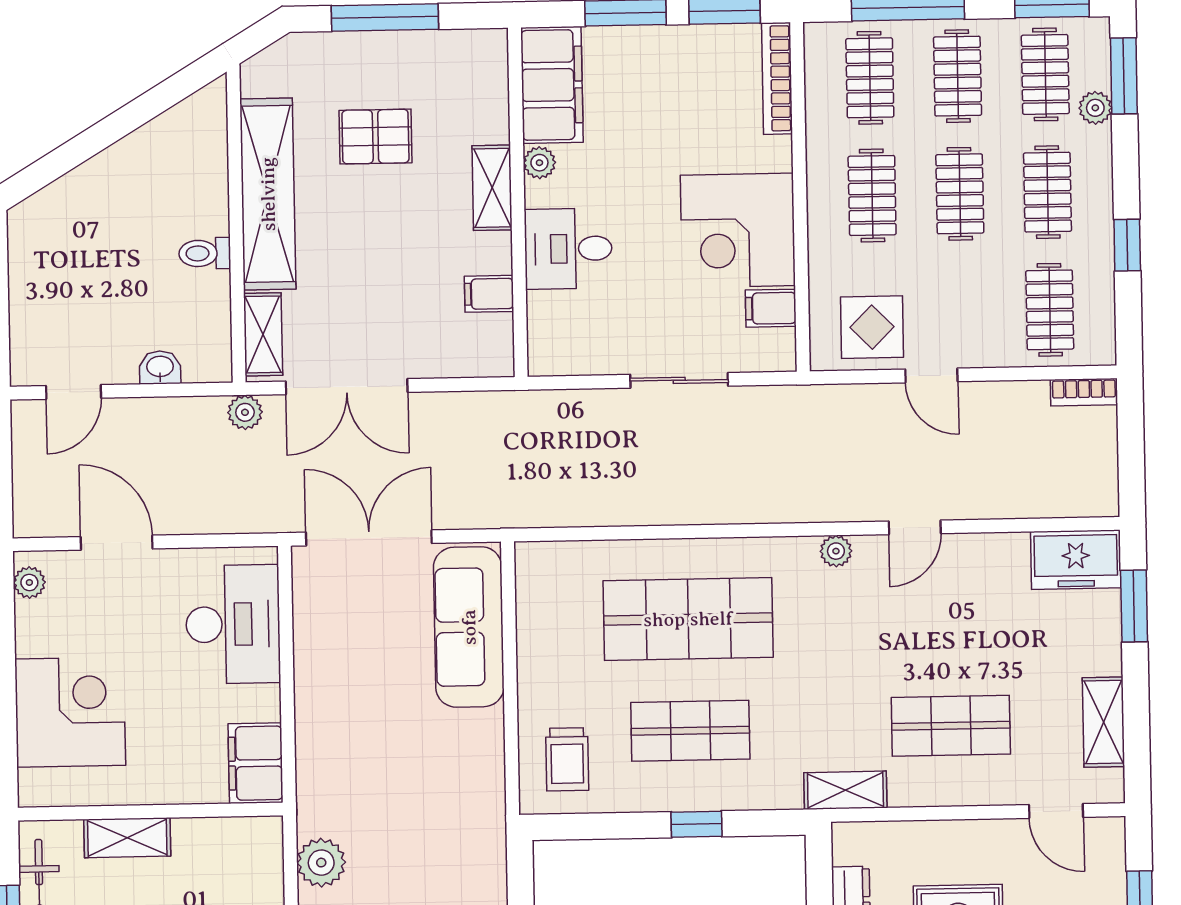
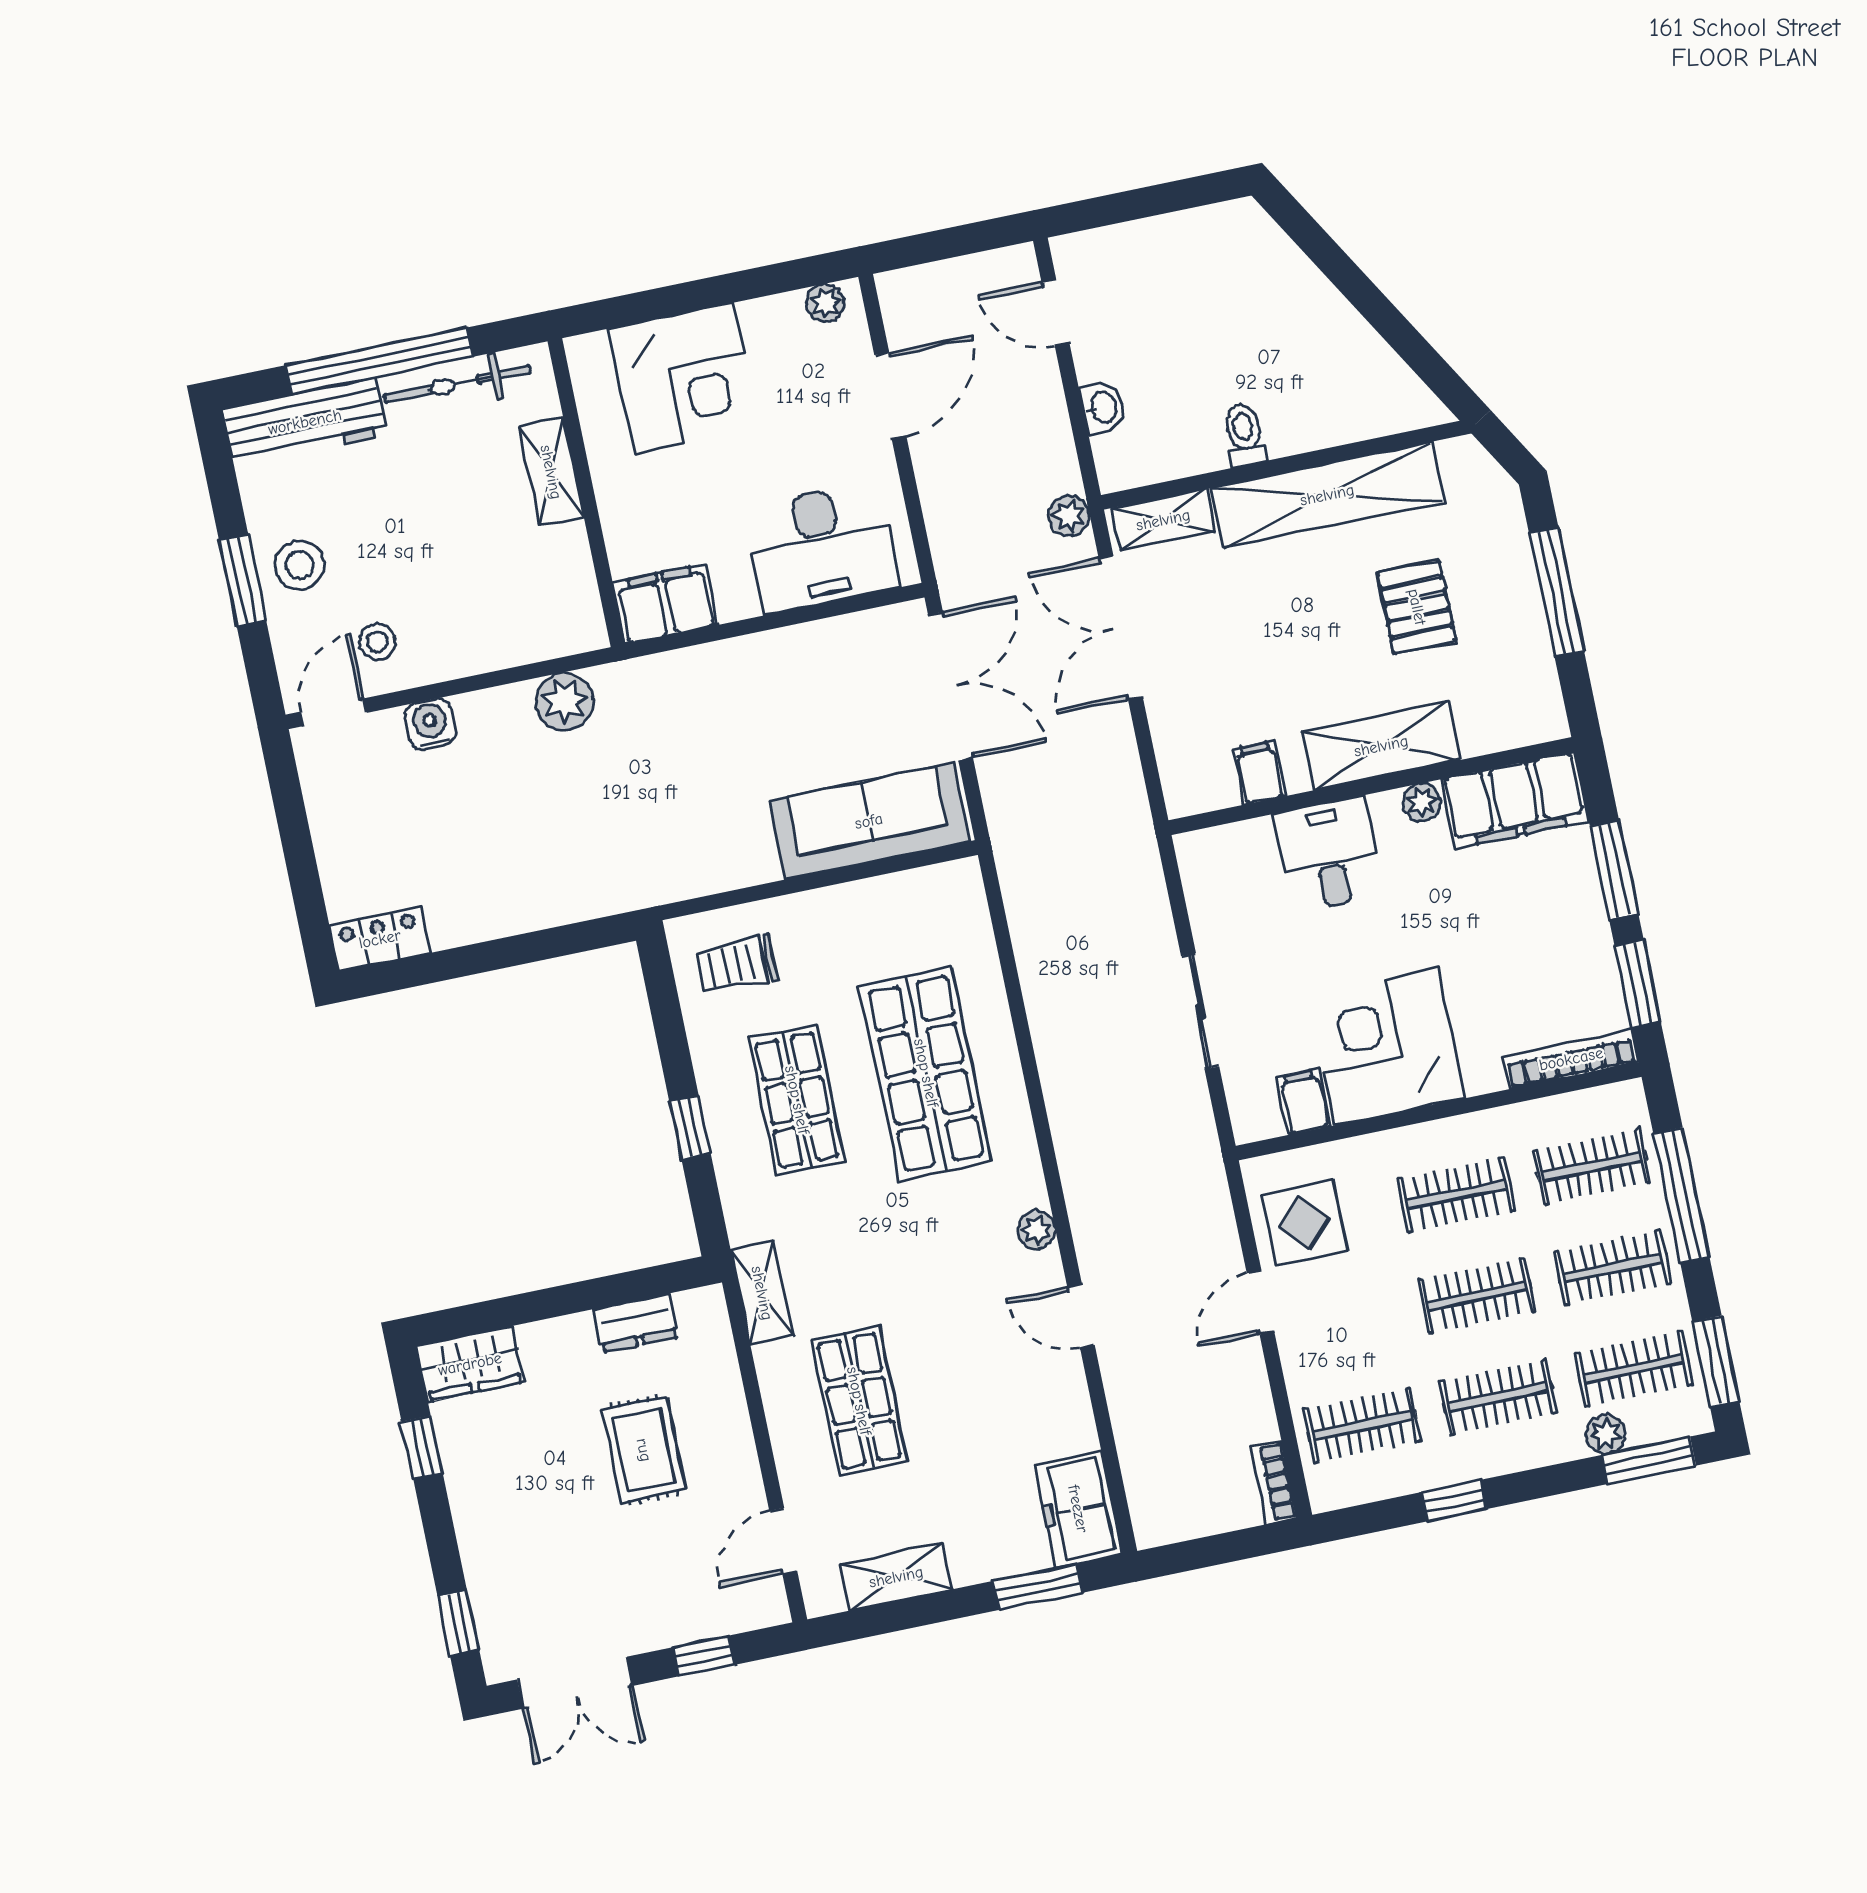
shelving: (492, 188) -> (1381, 746), width x1.50, depth x1.33

